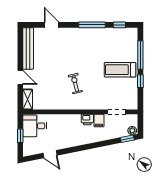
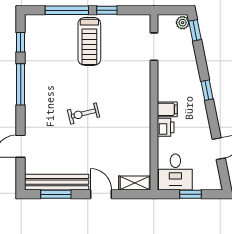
window: (20, 48) -> (56, 194), added
door: (20, 77) -> (101, 194), hinge flipped
exercise bike: (75, 84) -> (84, 114), moved
printer: (87, 120) -> (166, 127), moved
filing cabinet: (99, 121) -> (167, 109), moved
window: (88, 147) -> (207, 90), added

